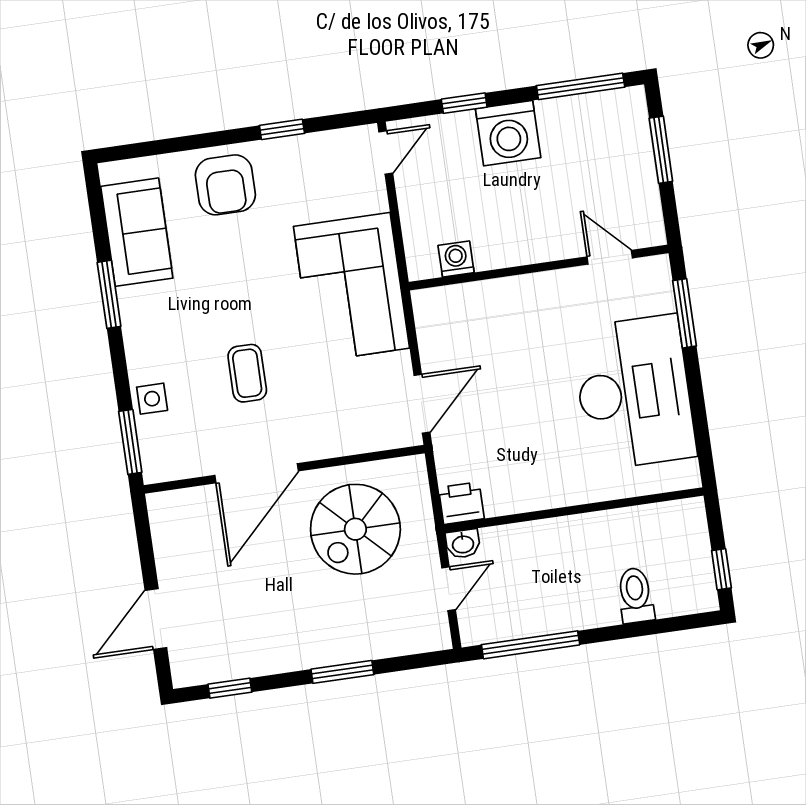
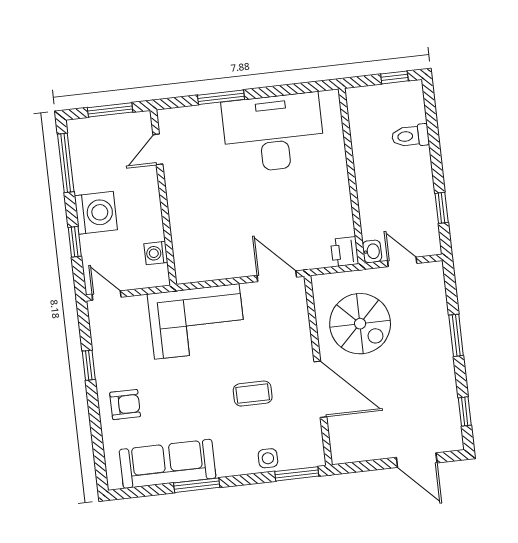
armchair: (225, 185) -> (125, 405), width x0.72, depth x0.72
sofa: (137, 232) -> (168, 464), width x1.36
door: (610, 257) -> (158, 149), moved
washing machine: (456, 259) -> (156, 253), moved
wall: (539, 268) -> (163, 197), moved
window: (531, 645) -> (442, 208), width x0.46

